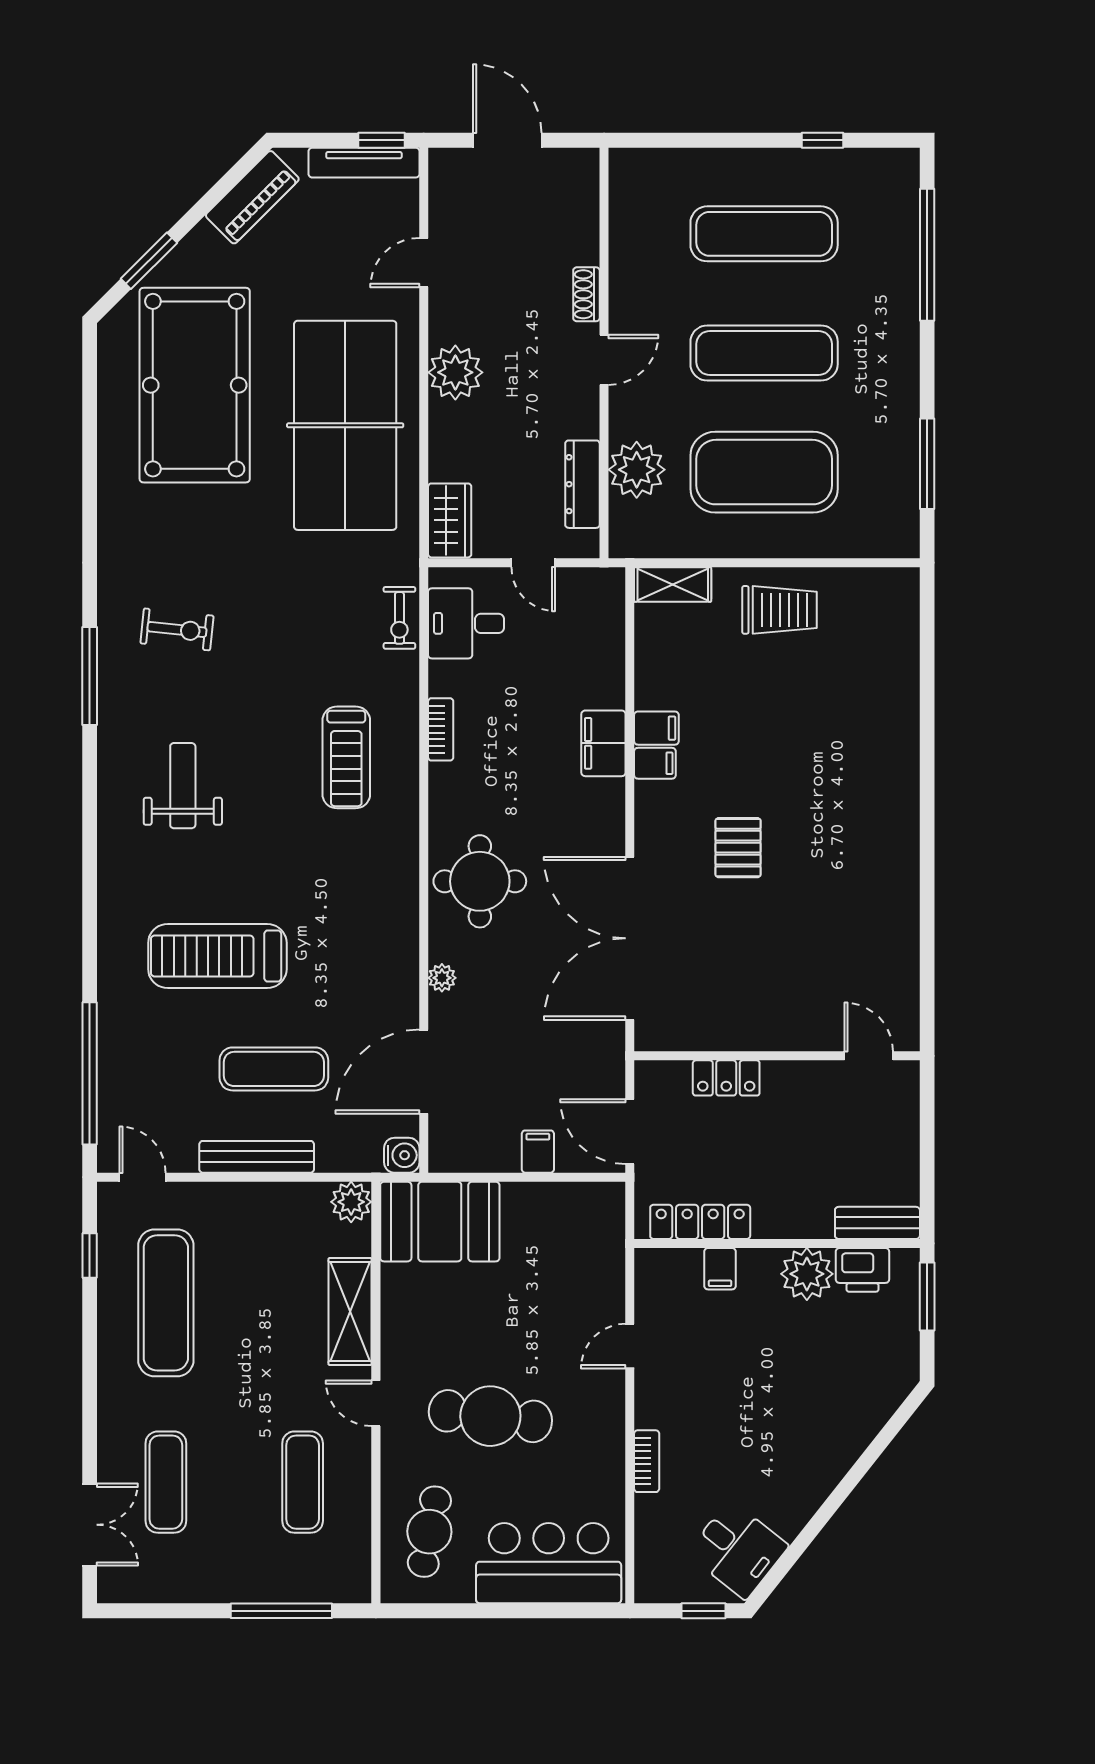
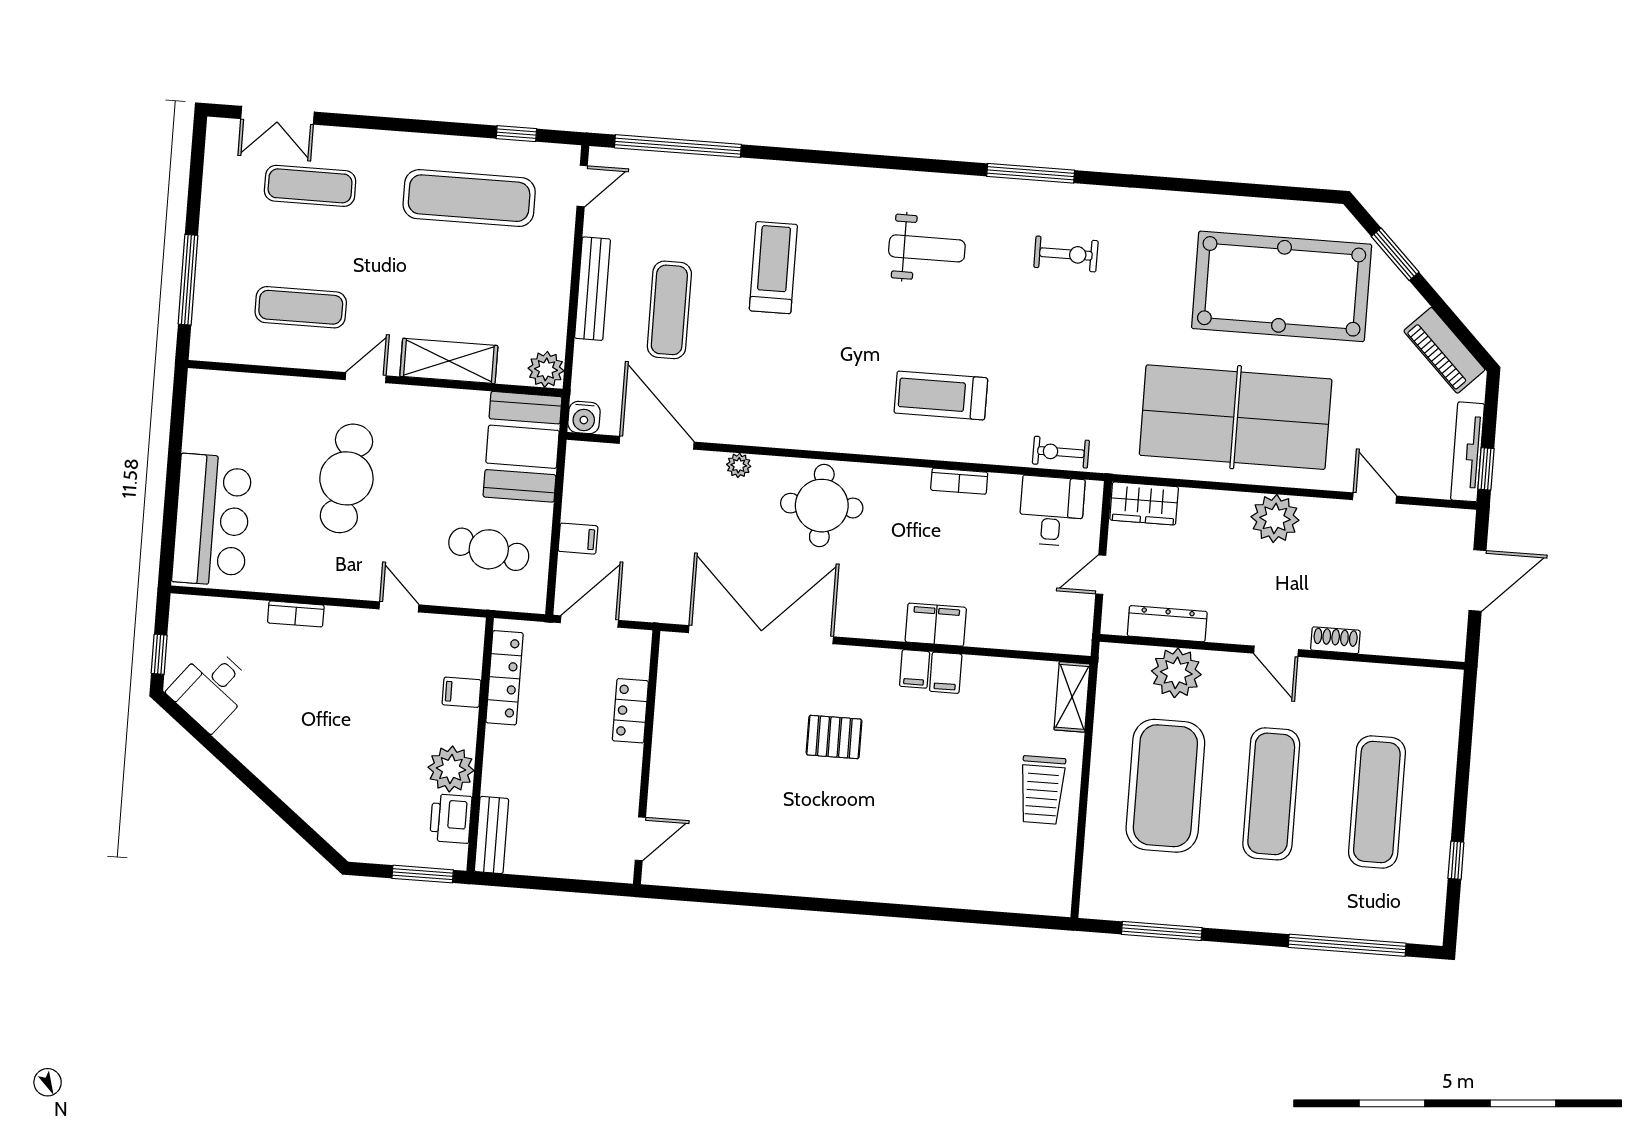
exercise bike: (177, 629) -> (1066, 254), turned -96
treadmill: (217, 956) -> (773, 268), width x0.73, depth x0.73
cafe table: (429, 1532) -> (489, 549), moved

